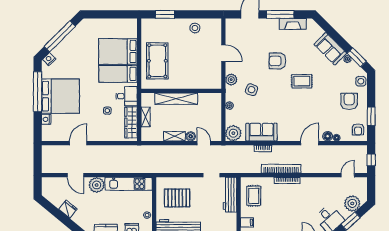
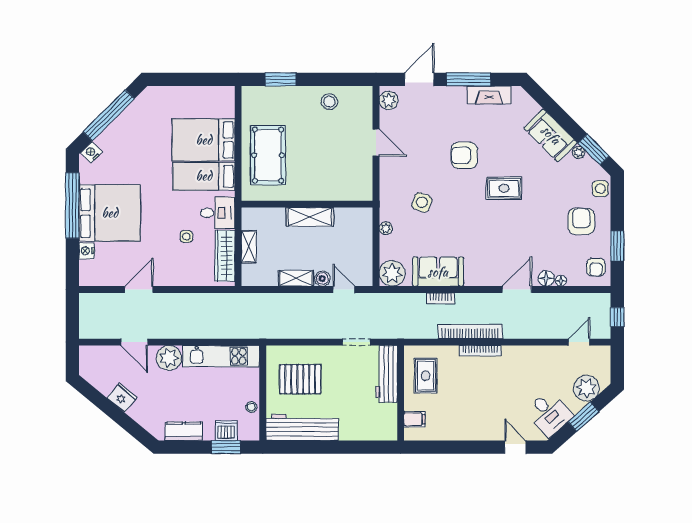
plant: (231, 80) -> (389, 100), moved
shelving: (176, 99) -> (310, 217), width x0.68

